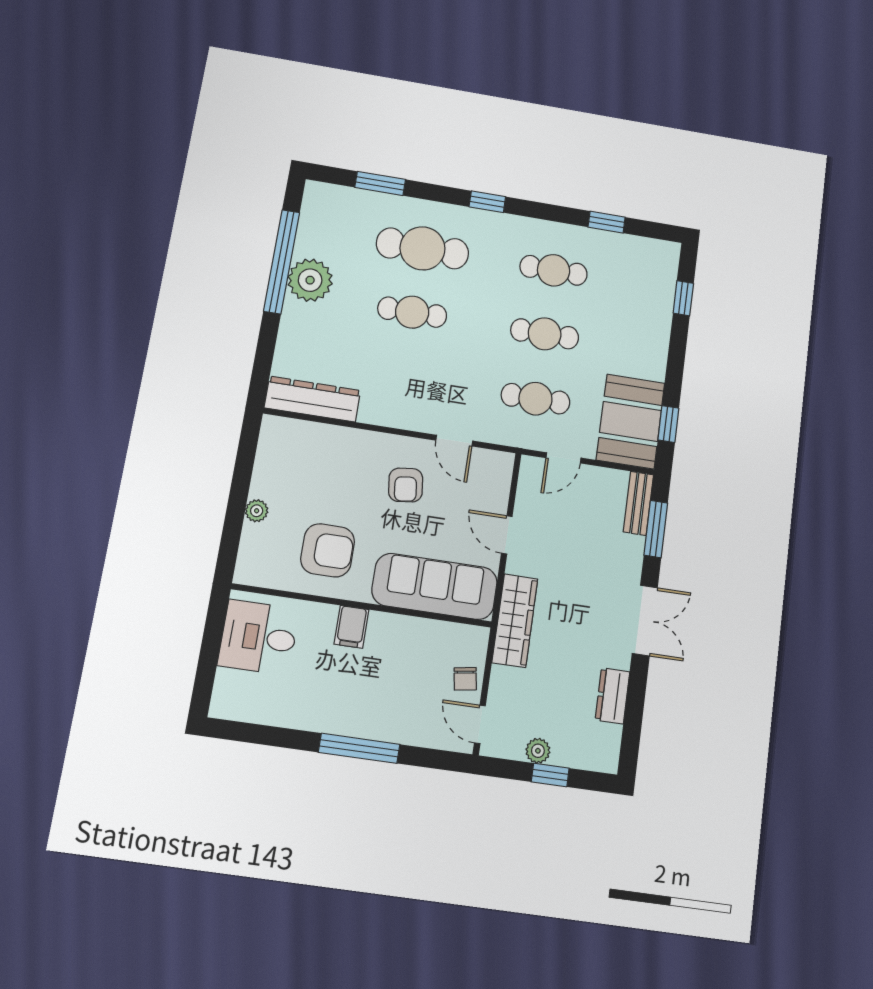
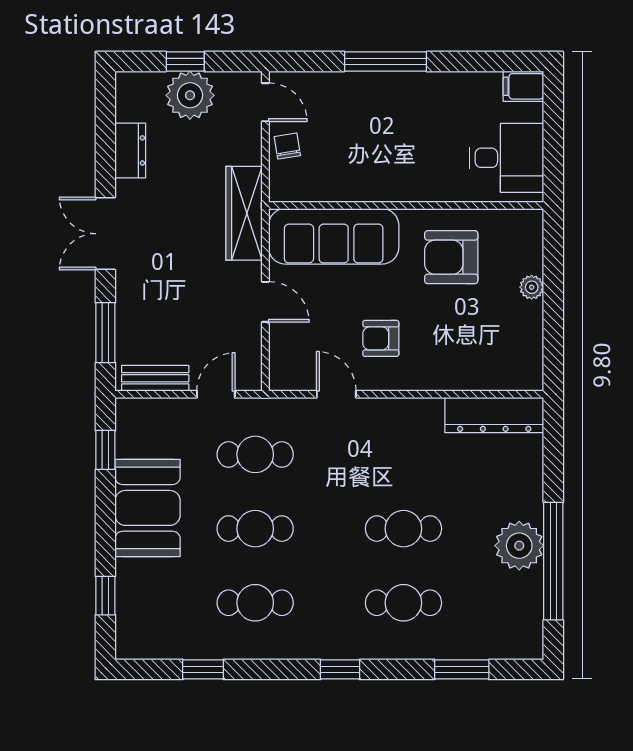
cafe table: (422, 248) -> (403, 603), width x0.73, depth x0.74
booth: (630, 421) -> (148, 508), moved
armchair: (406, 485) -> (381, 338), turned -83
bench: (638, 503) -> (155, 378), moved, turned 90
filing cabinet: (351, 627) -> (523, 86), moved, turned -90
plant: (538, 751) -> (190, 95), width x1.88, depth x1.88

